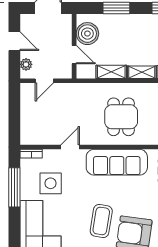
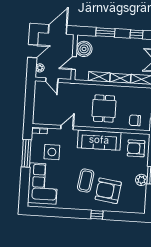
door: (14, 41) -> (33, 51), hinge flipped
door: (74, 55) -> (74, 63), swing flipped
door: (44, 81) -> (52, 80), hinge flipped

